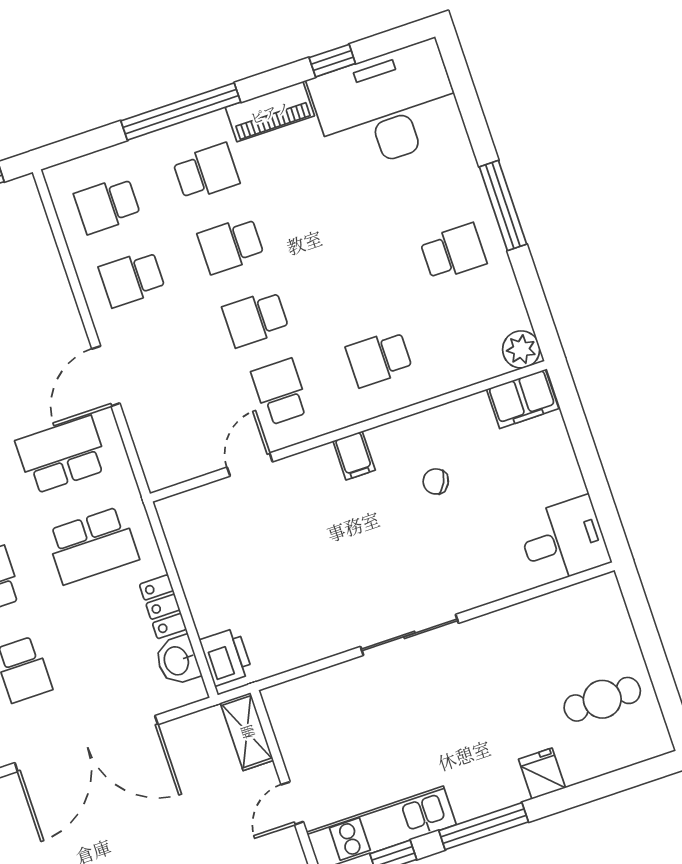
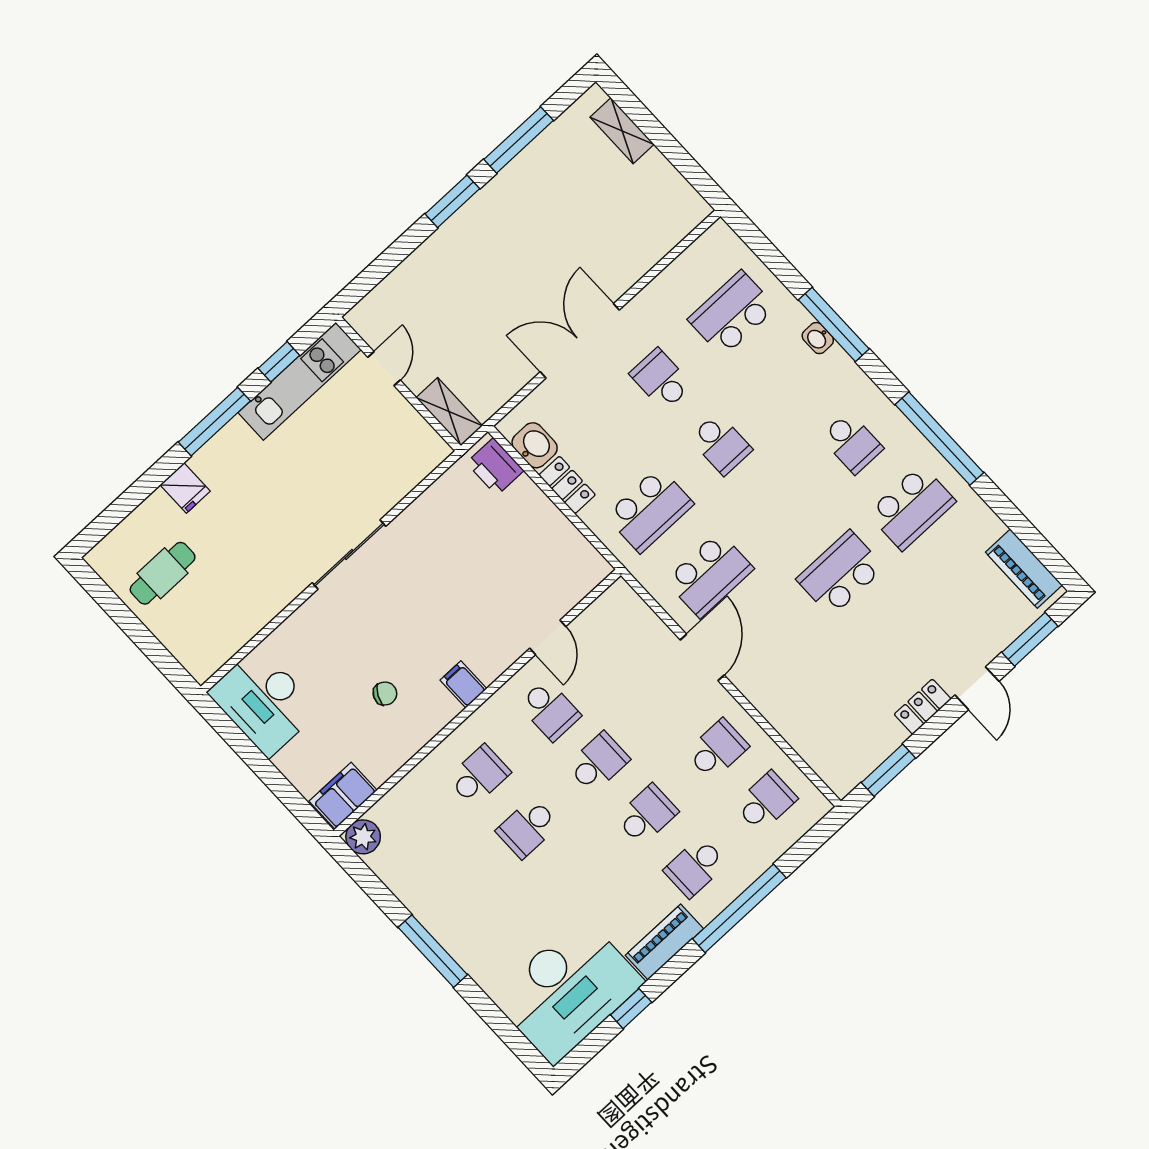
school desk: (453, 252) -> (528, 828), moved
desk: (564, 540) -> (264, 701), width x1.37
school desk: (92, 545) -> (650, 510), turned 180
double door: (86, 744) -> (580, 341), width x0.73

